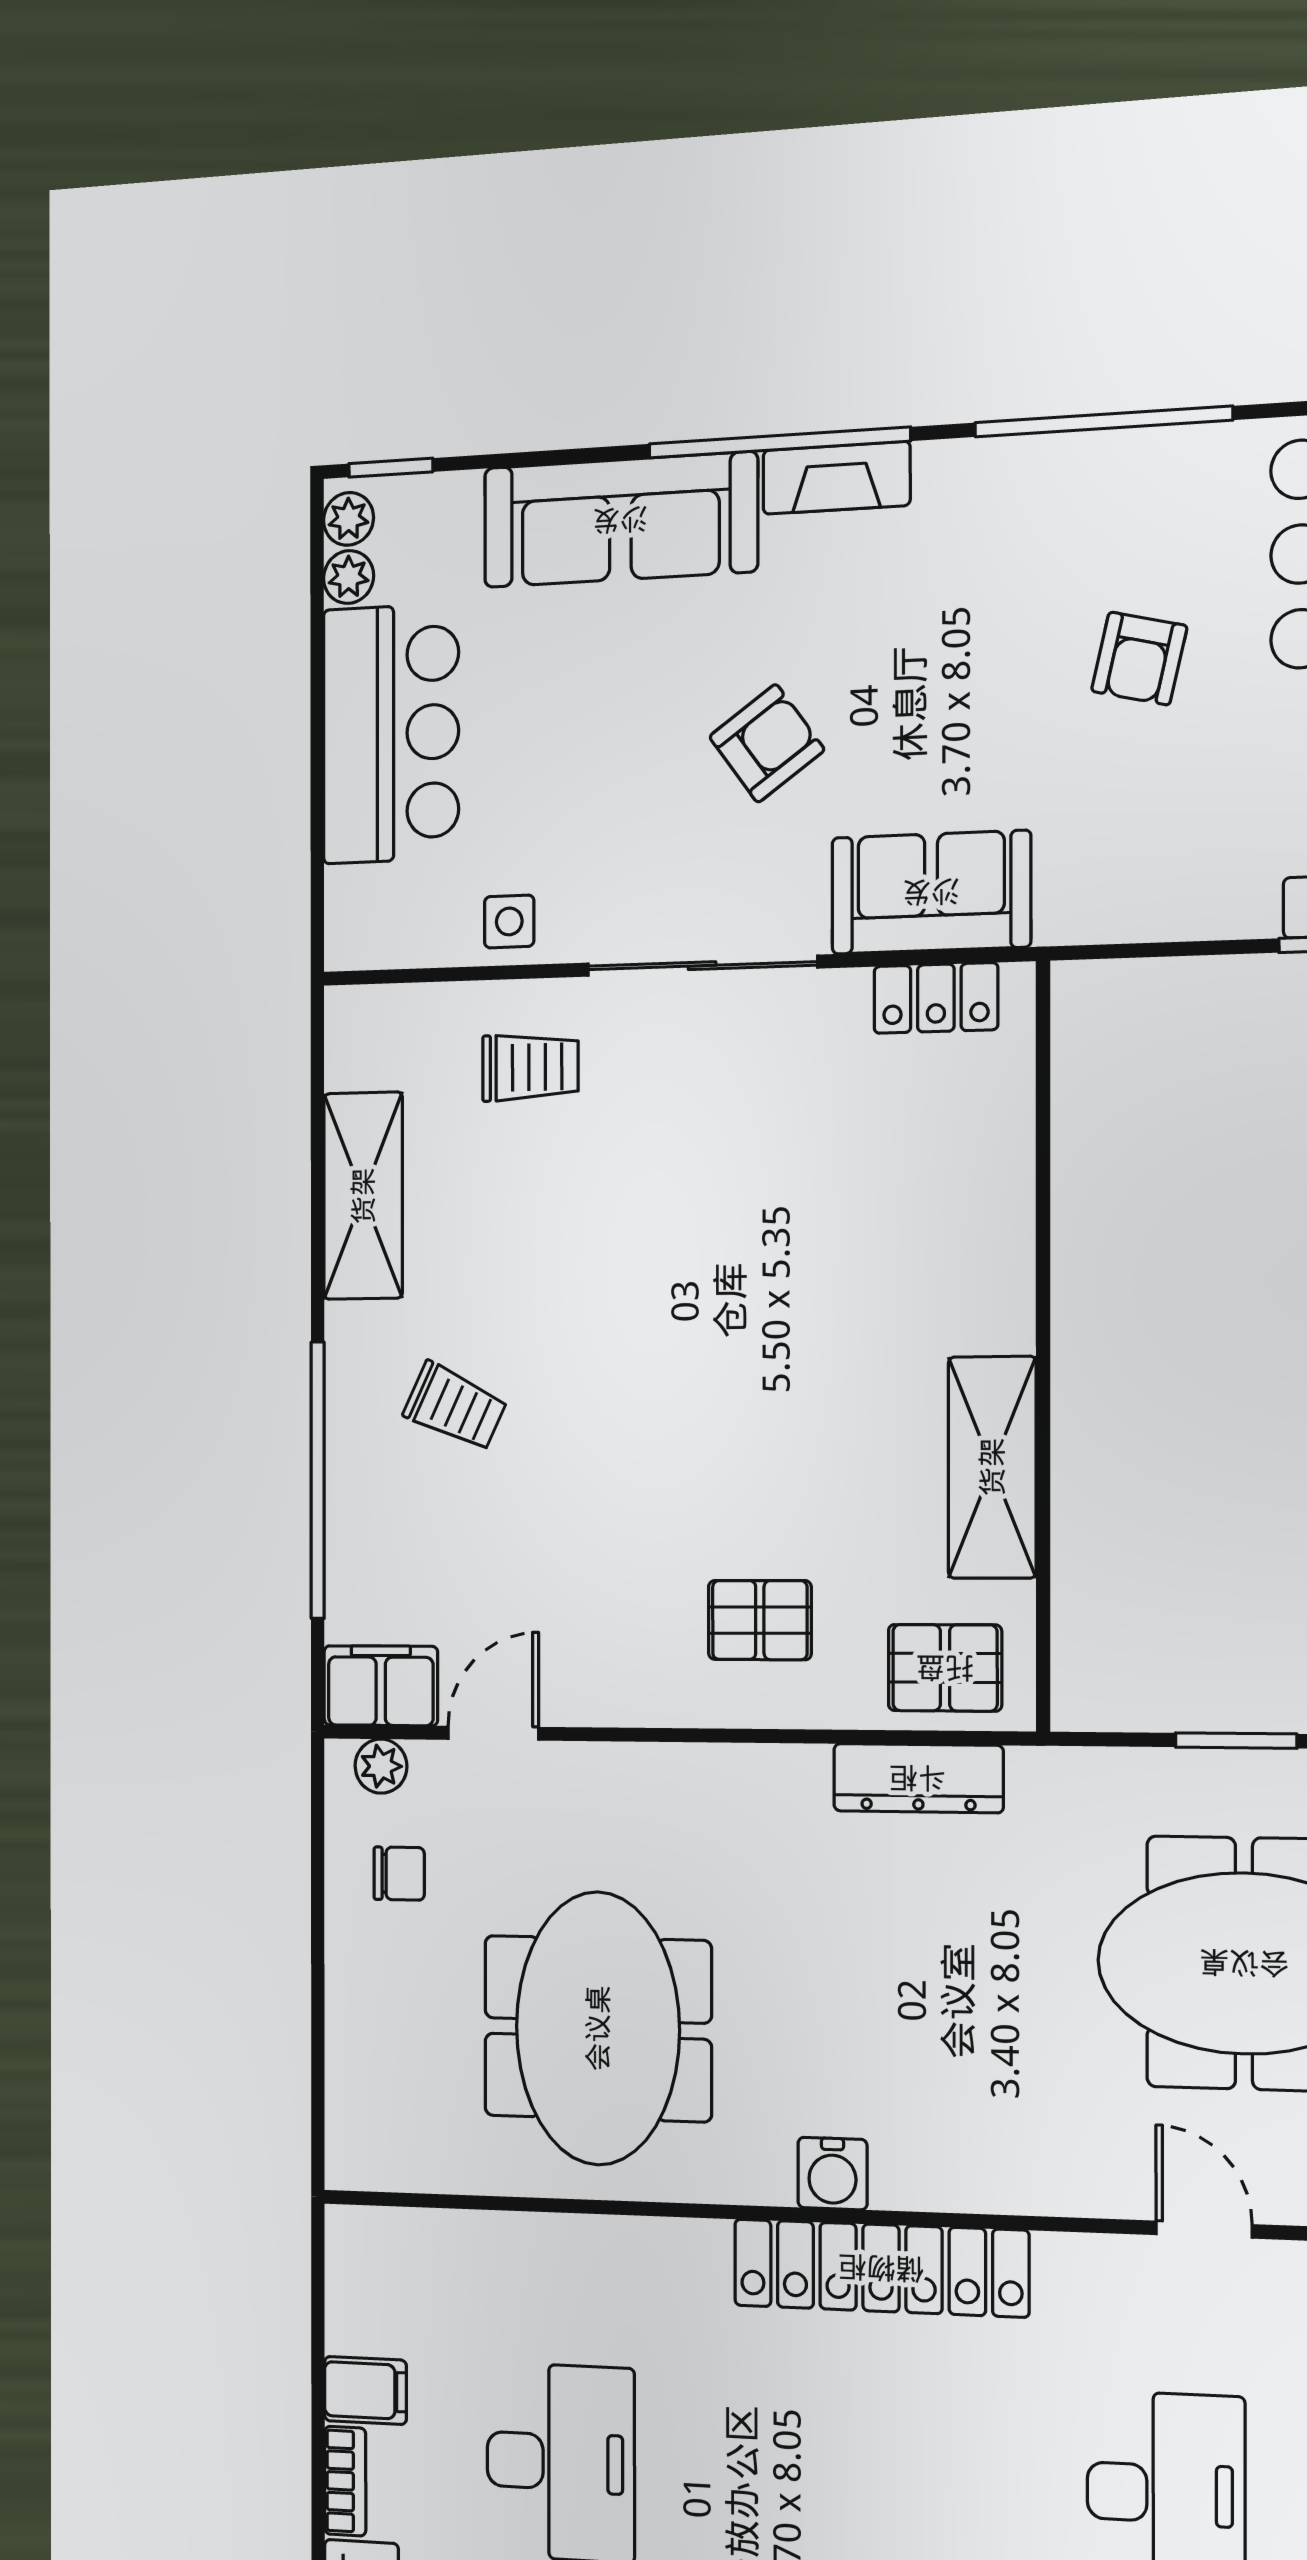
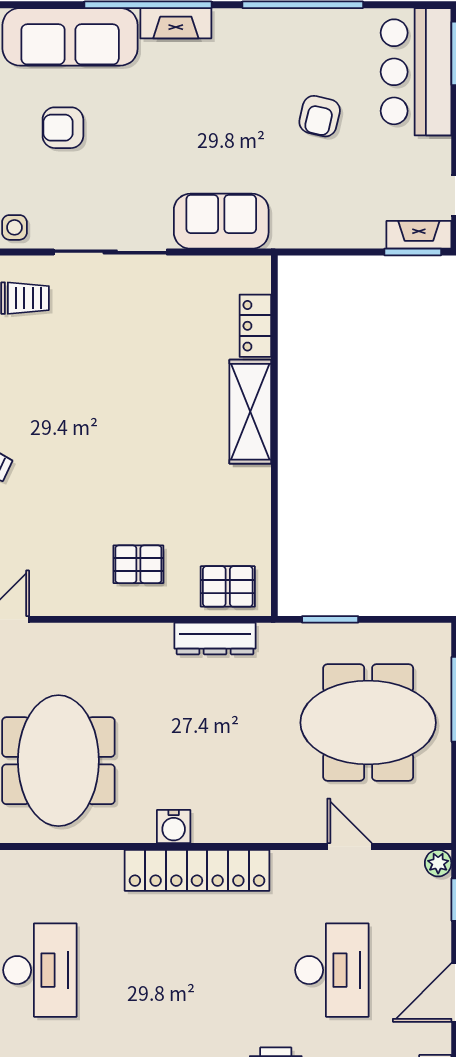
armchair: (767, 743) -> (63, 128), moved, turned -144
locker: (936, 998) -> (255, 326), moved, turned 90
shelving: (992, 1467) -> (250, 412), moved
window: (1236, 1741) -> (330, 619), moved

